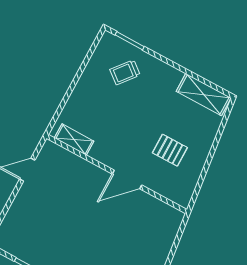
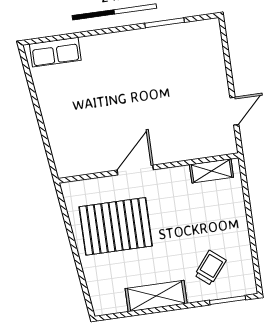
shelving: (204, 95) -> (156, 296), moved
pallet: (170, 150) -> (116, 226), width x2.05, depth x2.00

